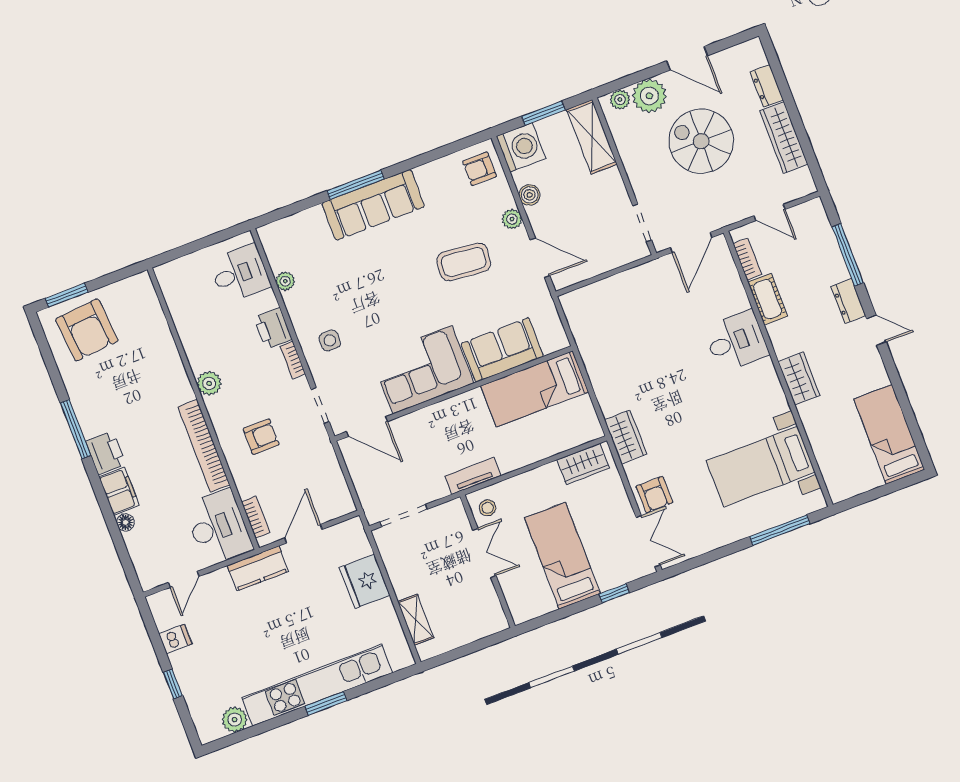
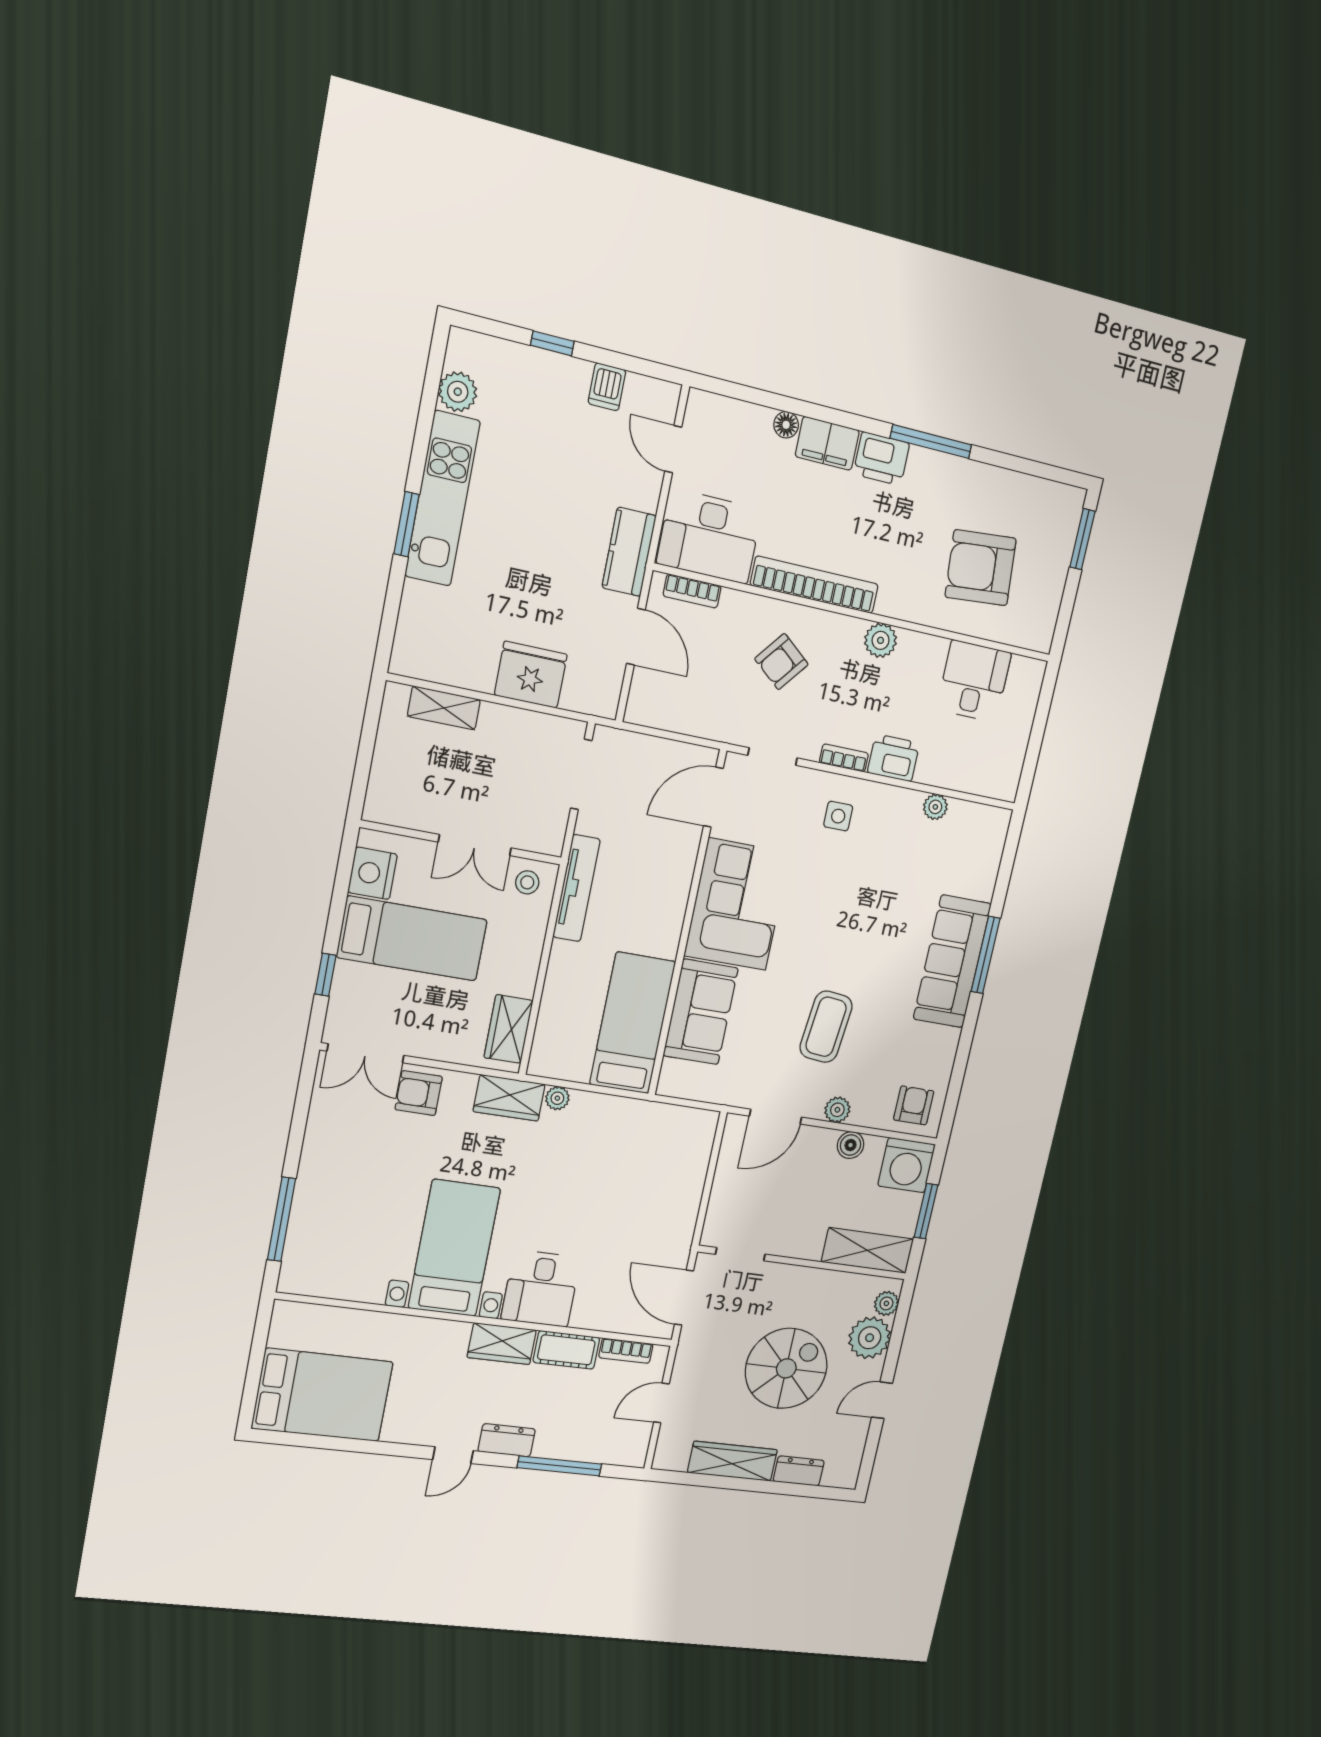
door: (687, 58) -> (882, 1400), width x0.73
desk: (240, 273) -> (974, 681), moved, turned 180
armchair: (87, 330) -> (981, 568), moved
wardrobe: (799, 379) -> (502, 1344), moved
plant: (609, 407) -> (557, 1098), added
bed: (889, 434) -> (322, 1395), width x1.50
armchair: (261, 437) -> (781, 662), turned 39
bed with nightstands: (761, 467) -> (454, 1248), moved
tv unit: (473, 476) -> (577, 888), width x1.41
nightstand: (537, 602) -> (373, 873), added
kitchen unit: (317, 685) -> (442, 499), width x0.73

